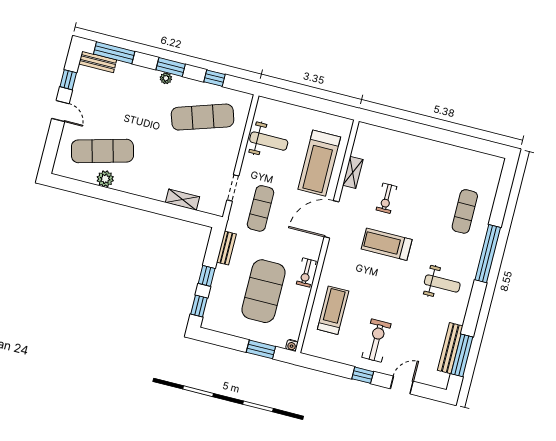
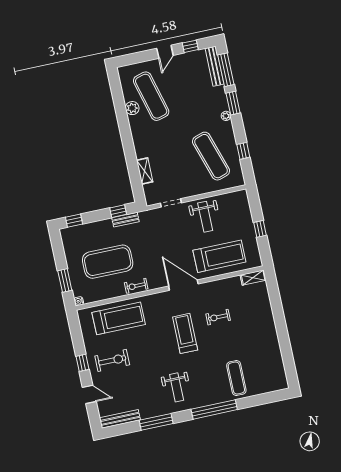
bench: (98, 62) -> (214, 66), width x1.36
window: (171, 67) -> (233, 103), moved
window: (311, 103) -> (260, 229), added
weight bench: (269, 141) -> (205, 217), moved
treadmill: (319, 163) -> (219, 256), turned 180
shelving: (353, 172) -> (253, 278), moved
exercise mat: (261, 208) -> (166, 230), removed
exercise mat: (465, 211) -> (236, 378), turned 90
window: (207, 276) -> (118, 211), moved
treadmill: (333, 310) -> (119, 318), width x1.37, depth x1.38
bench: (450, 348) -> (120, 419), moved
window: (462, 355) -> (156, 422), moved

